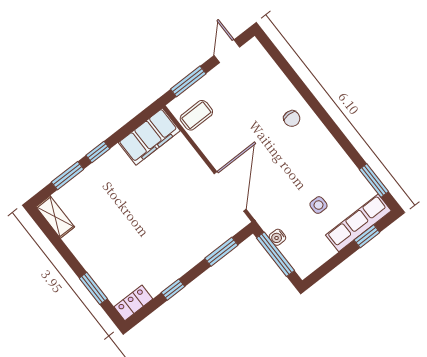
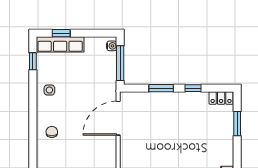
window: (374, 180) -> (33, 61), width x0.67
side table: (318, 205) -> (49, 90), moved
water cooler: (277, 237) -> (112, 46), moved
window: (221, 252) -> (161, 88), moved

